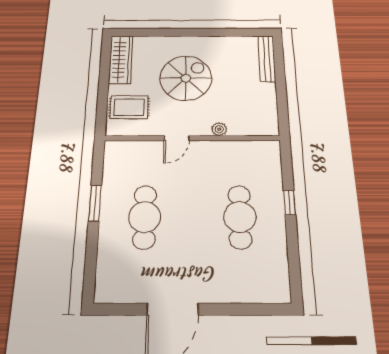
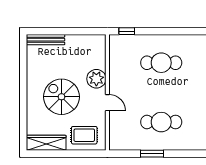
rug: (129, 107) -> (84, 135), turned 90
plant: (219, 129) -> (96, 79), width x1.88, depth x1.88
window: (289, 203) -> (127, 31), moved

